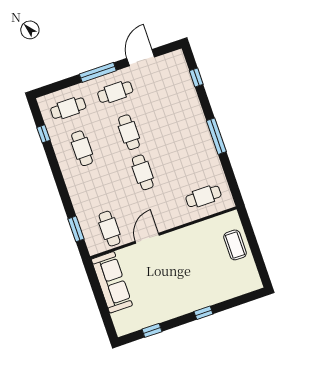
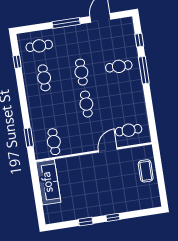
cafe table: (115, 92) -> (119, 66), moved
window: (216, 136) -> (144, 70), moved
door: (147, 238) -> (108, 150), moved
window: (152, 330) -> (86, 222), moved

